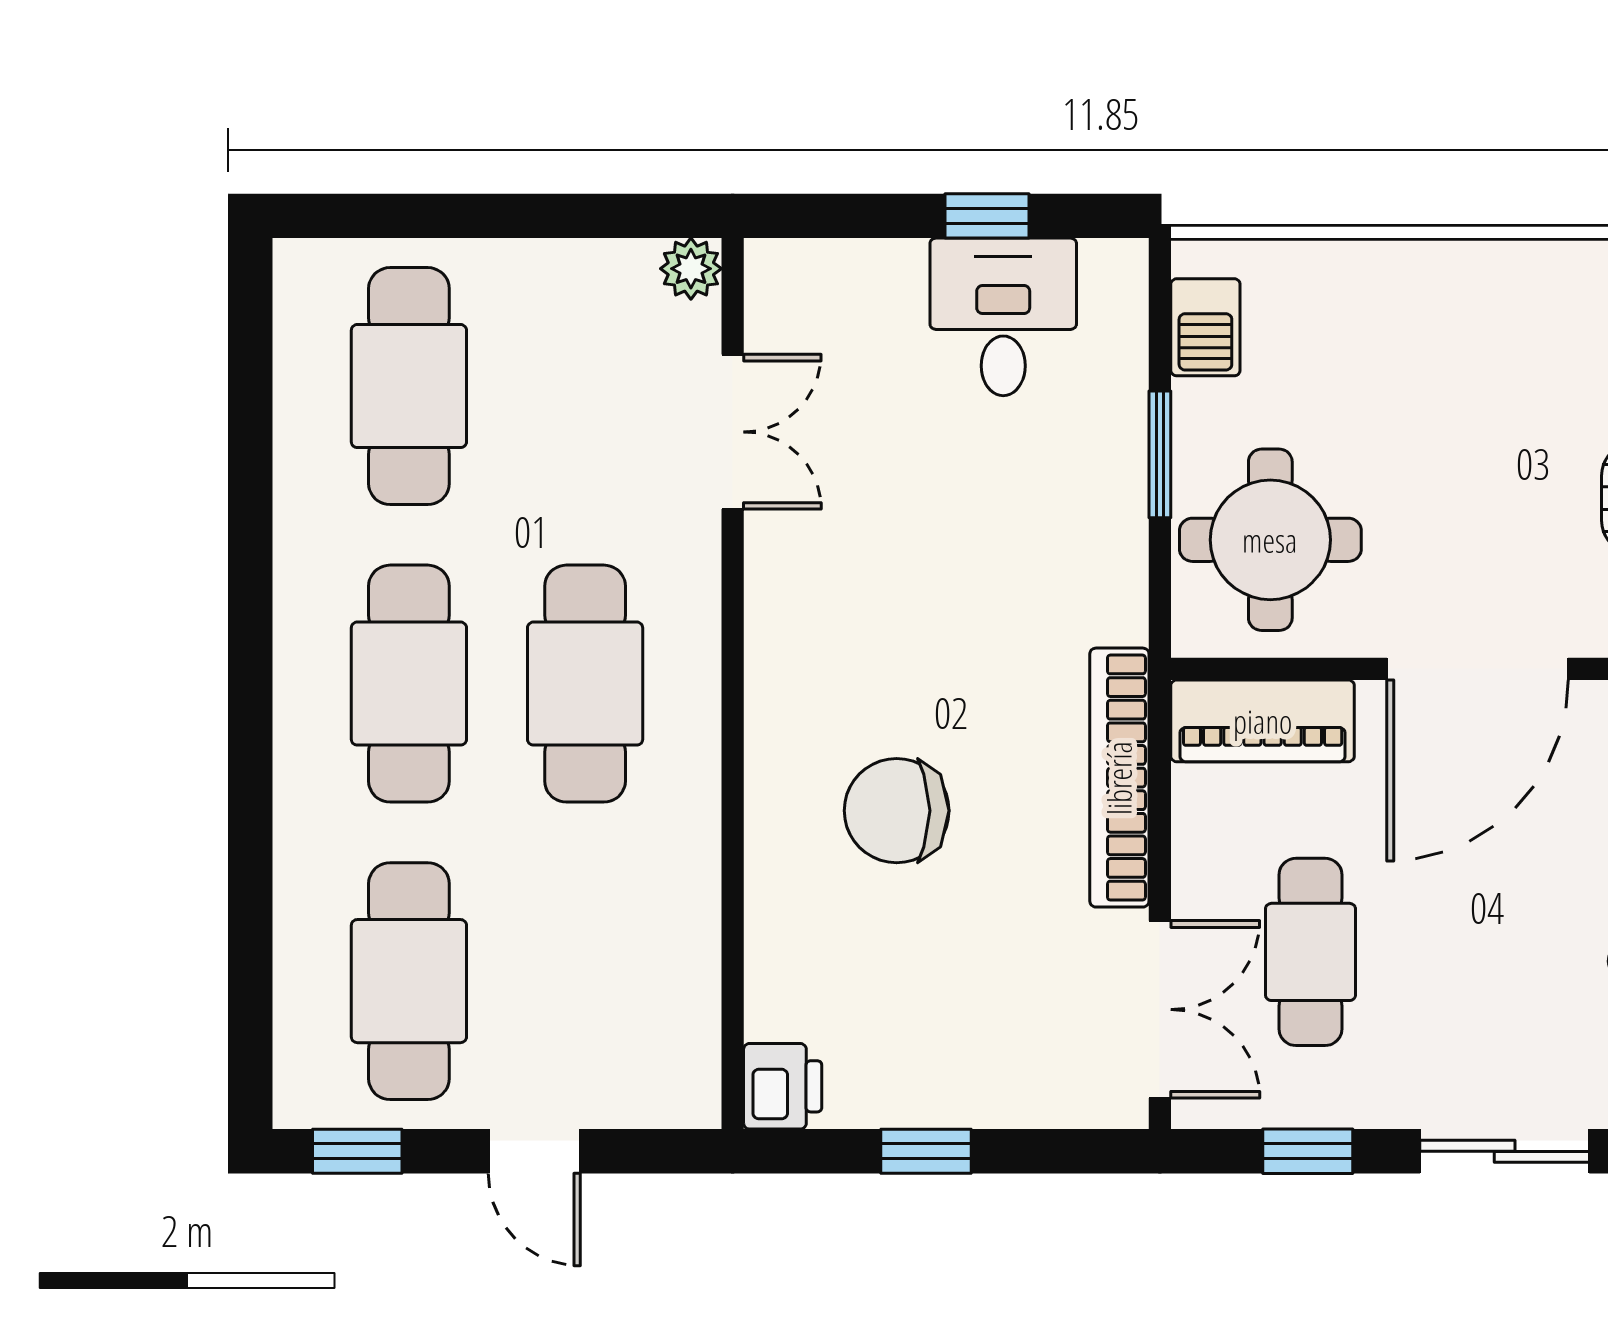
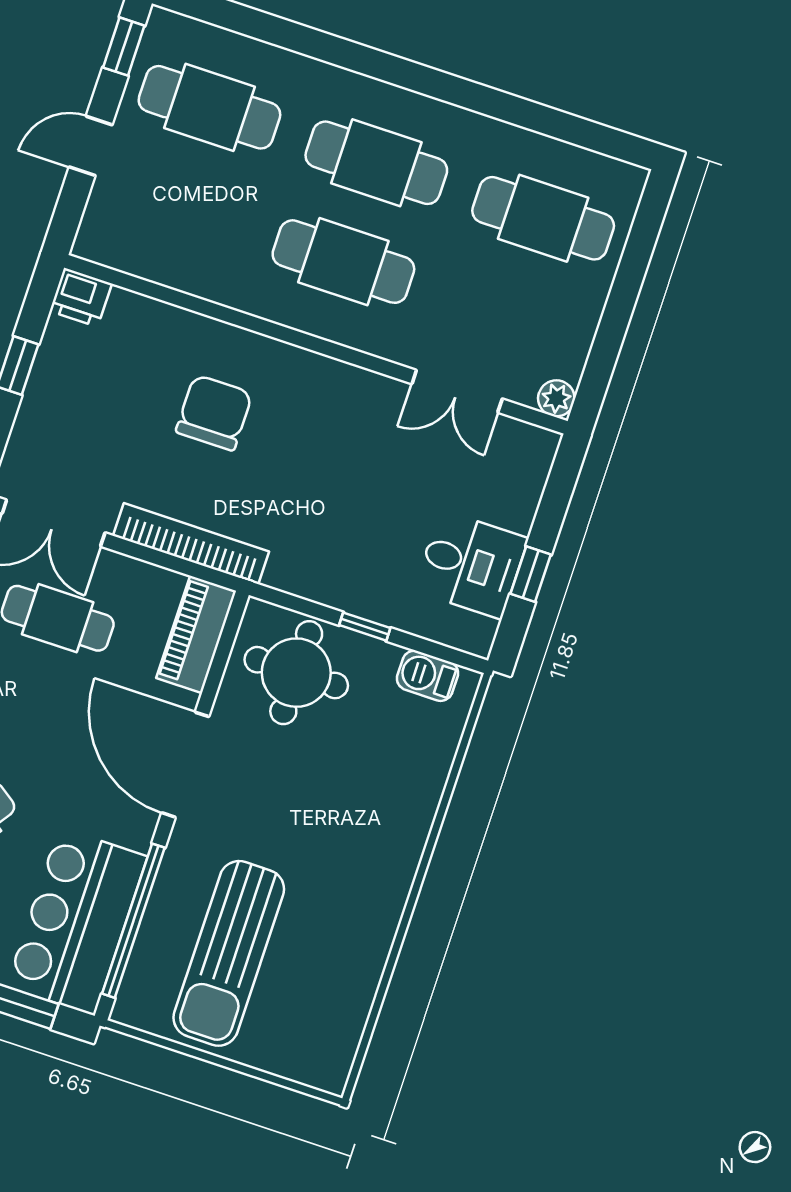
window: (1160, 454) -> (365, 627), width x0.67

